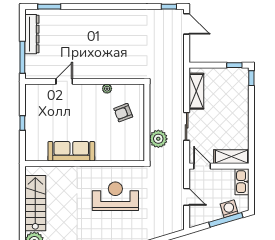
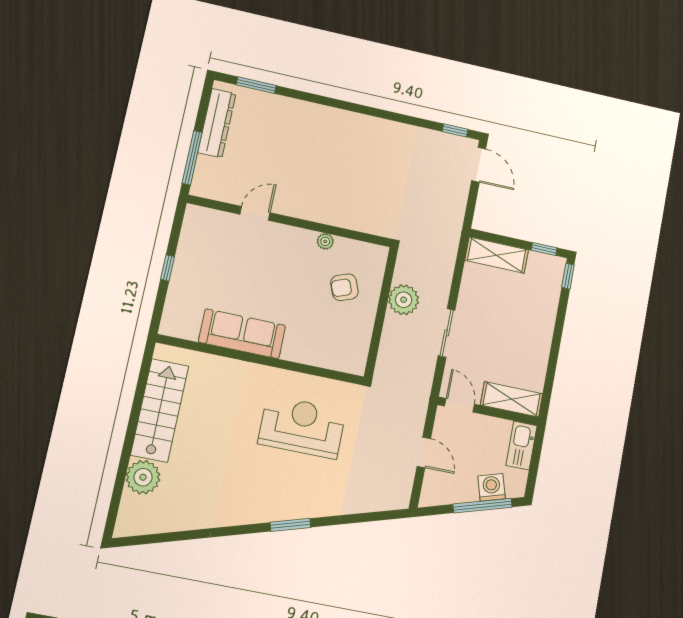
shelving: (196, 91) -> (497, 255), moved, turned 90
plant: (158, 139) -> (404, 300), moved

